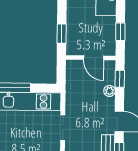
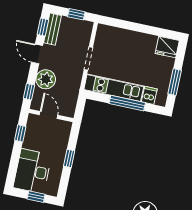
window: (62, 34) -> (69, 158), moved
plant: (109, 91) -> (46, 79), width x1.87, depth x1.87

